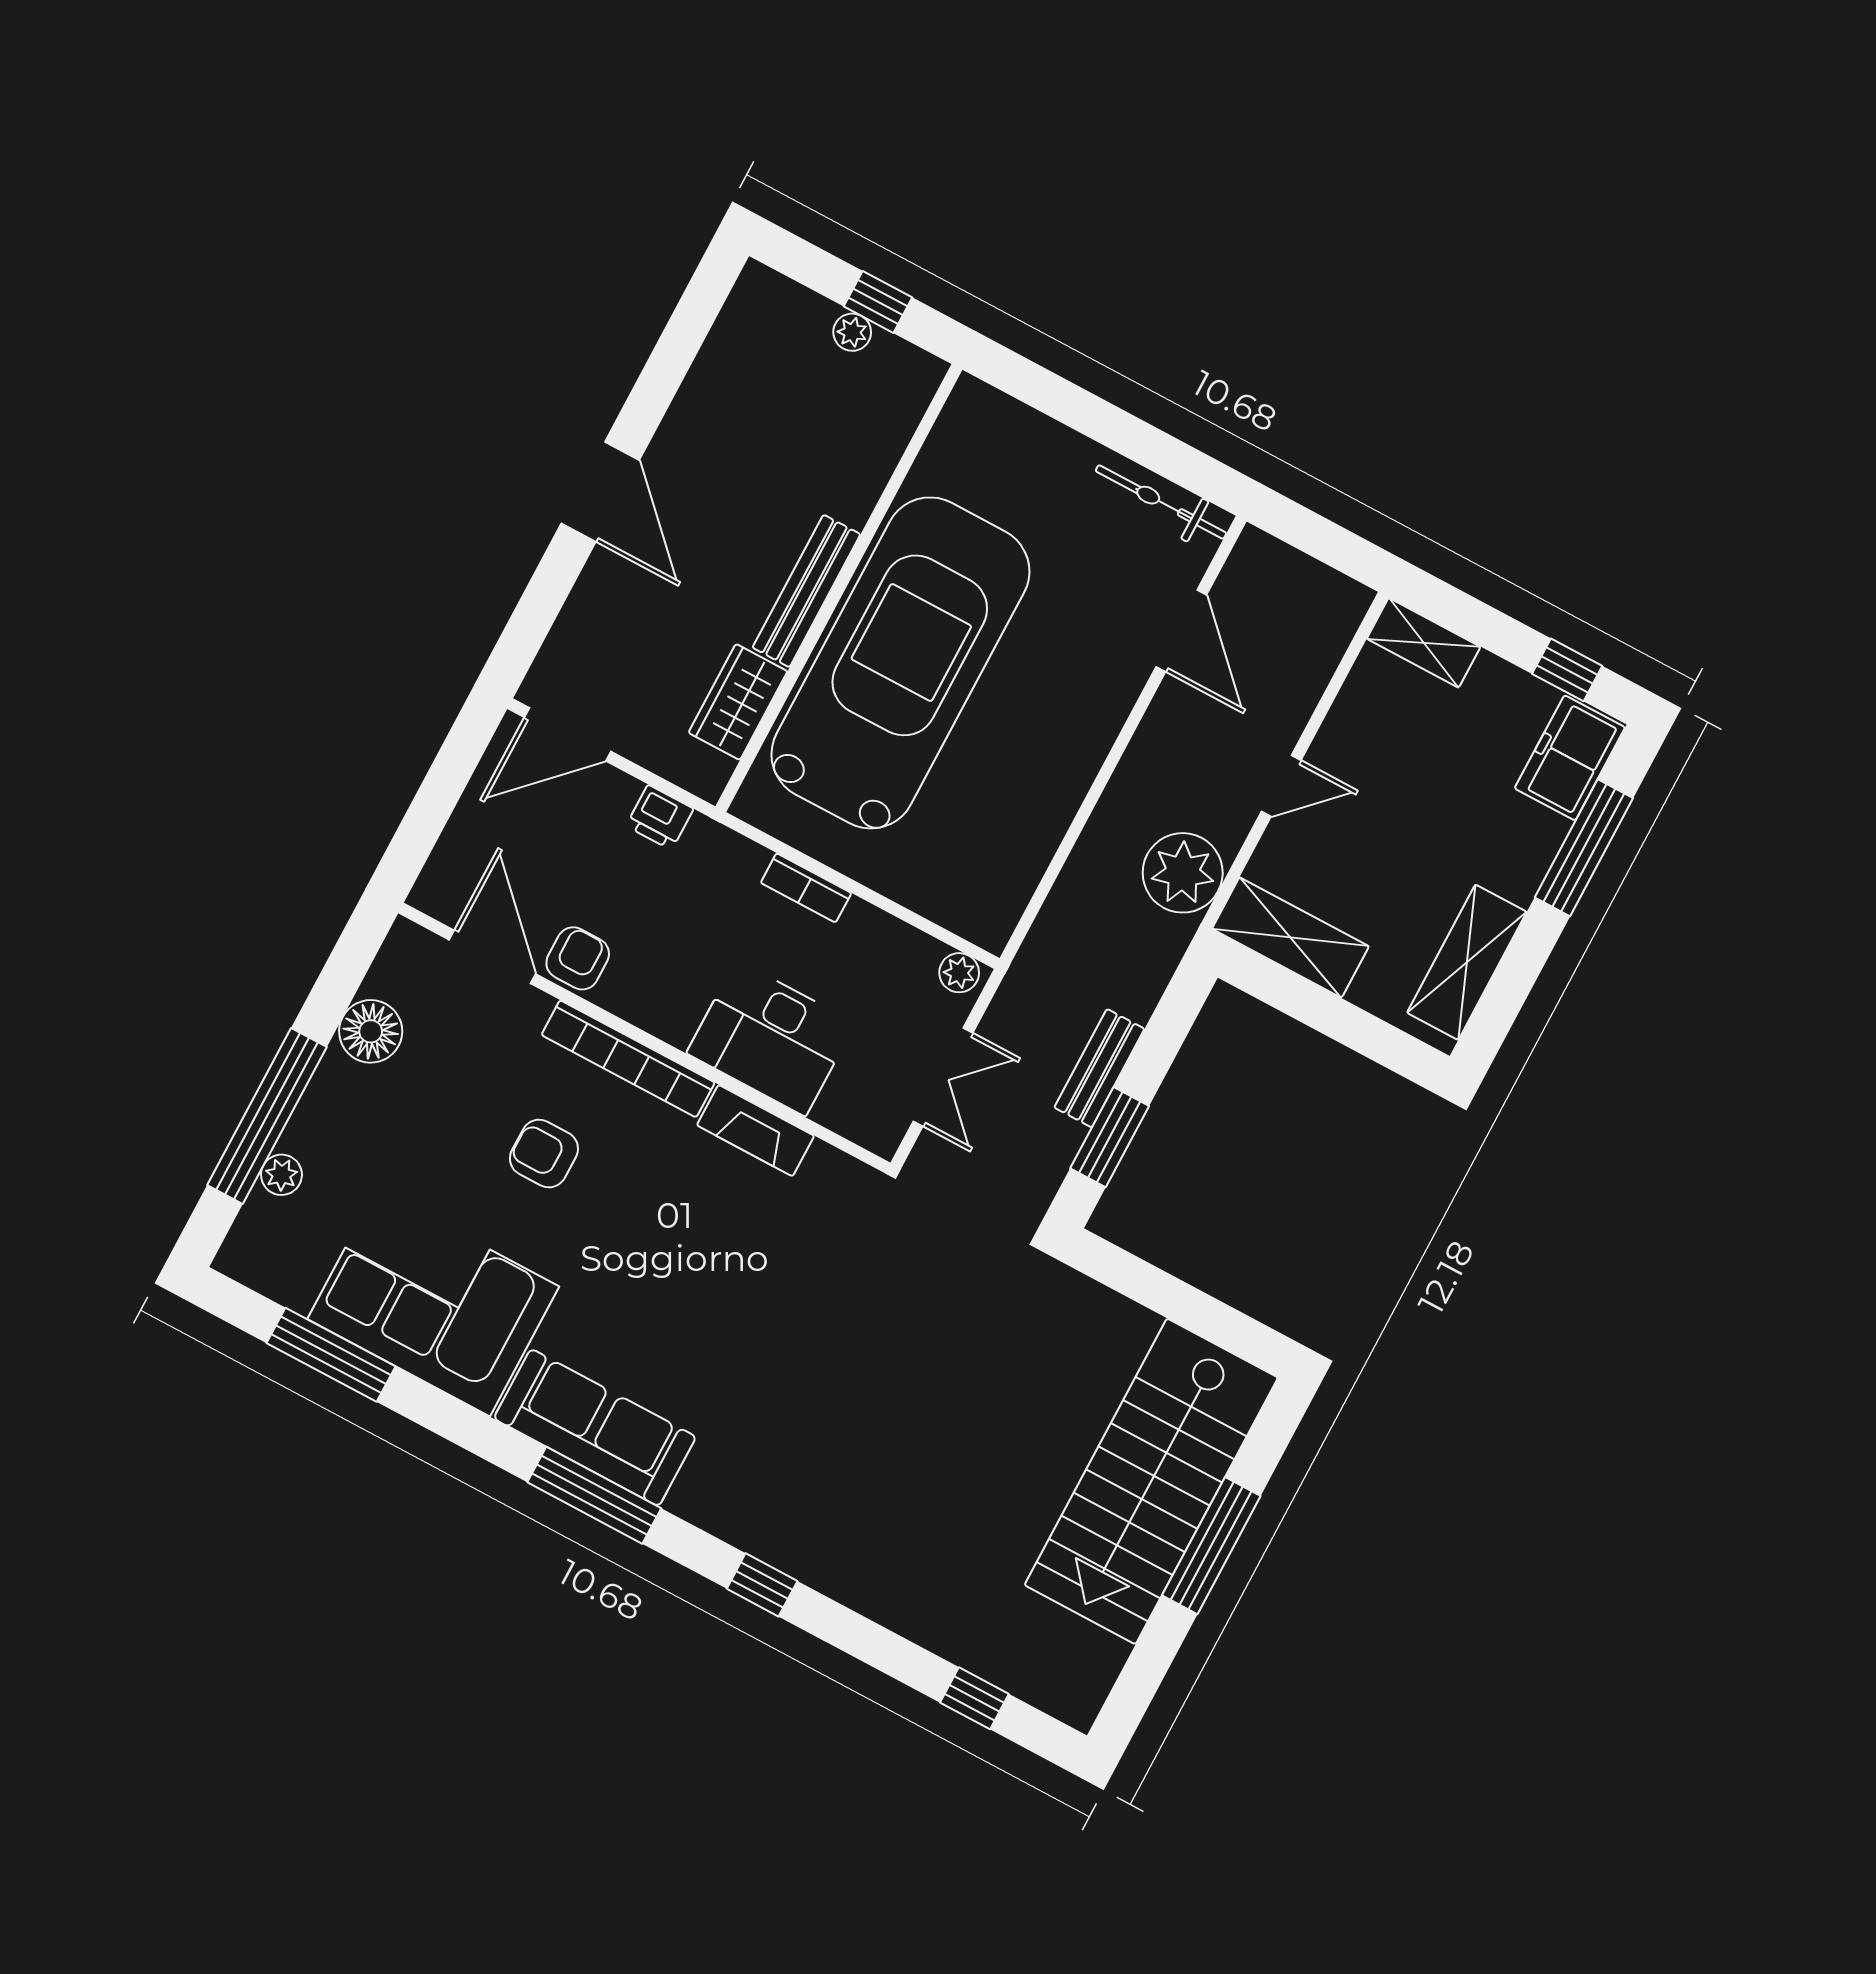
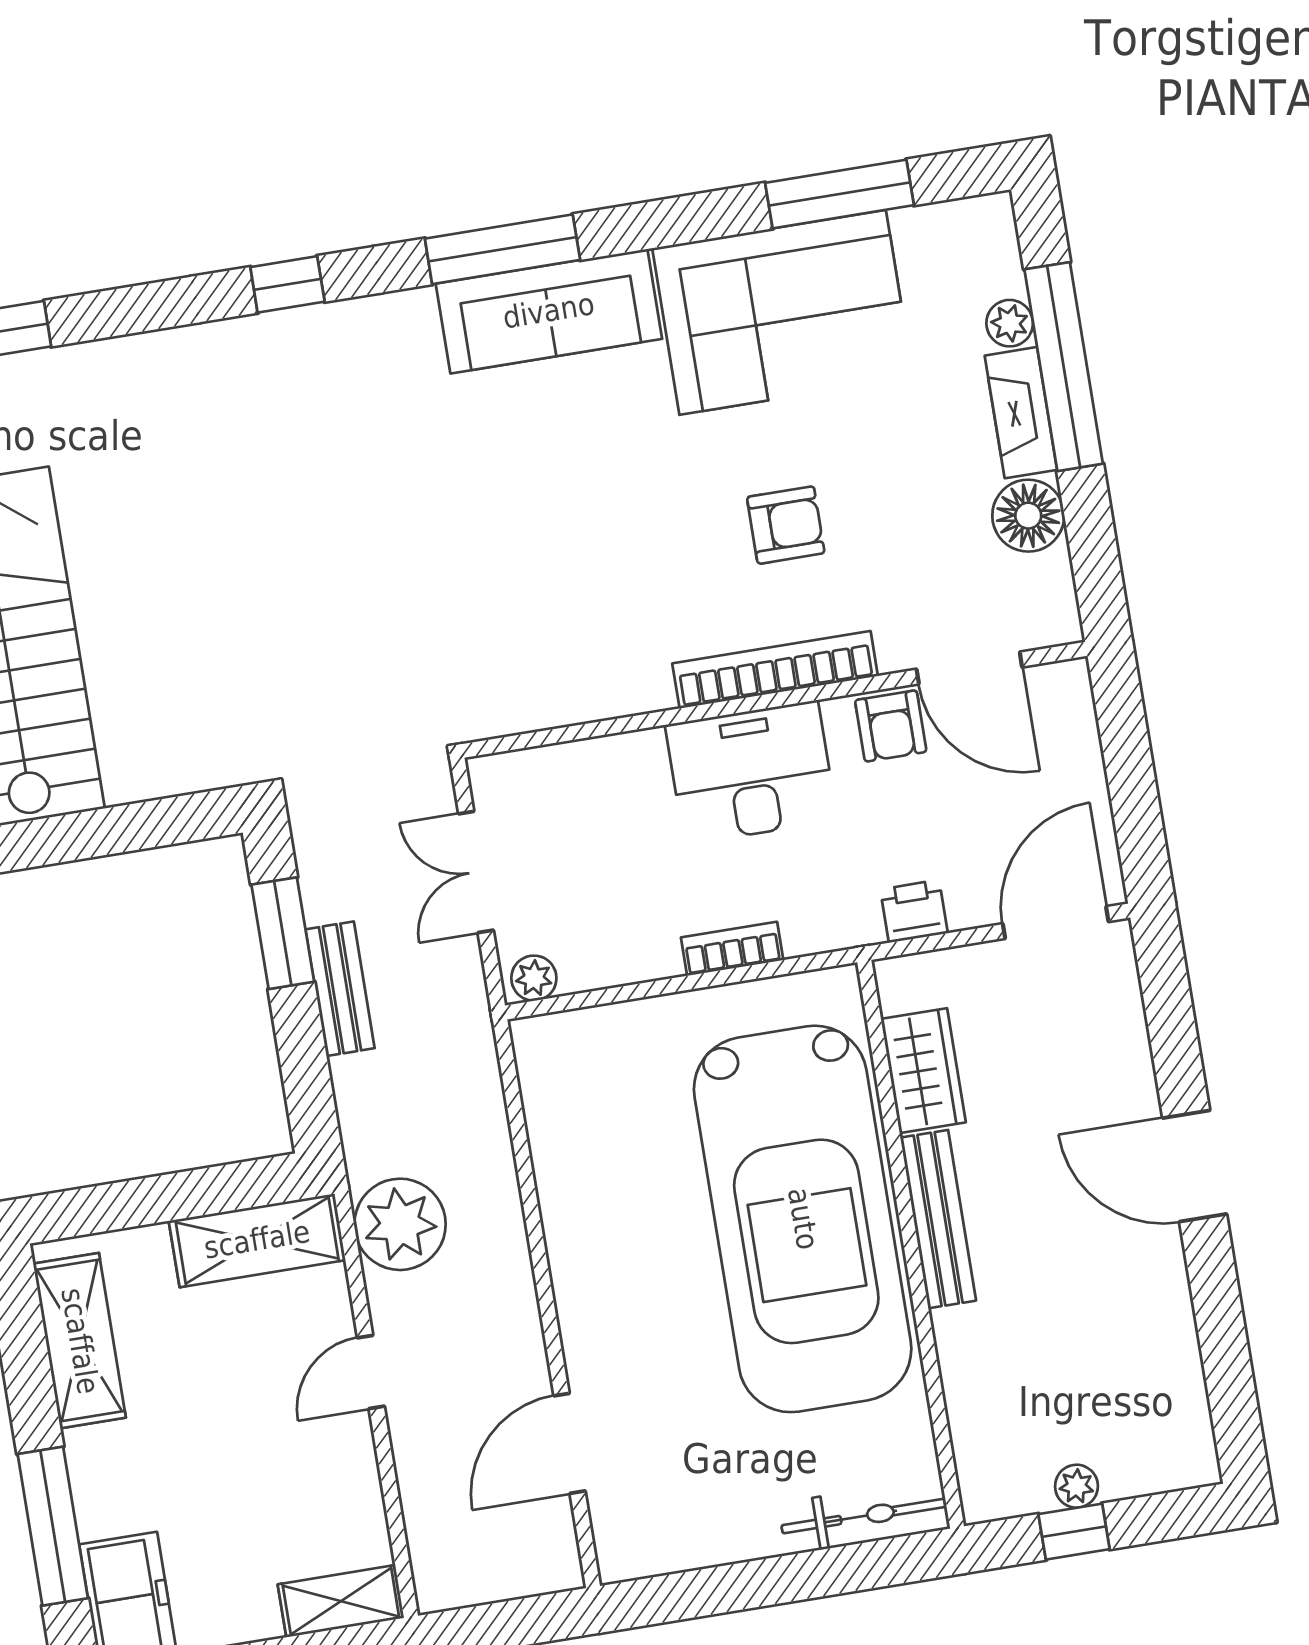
bicycle: (1161, 502) -> (864, 1516), moved
door: (1181, 631) -> (570, 1443), hinge flipped
desk: (771, 1038) -> (751, 773), moved
fireplace: (756, 1131) -> (1021, 413), moved, turned -90

